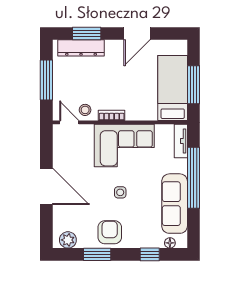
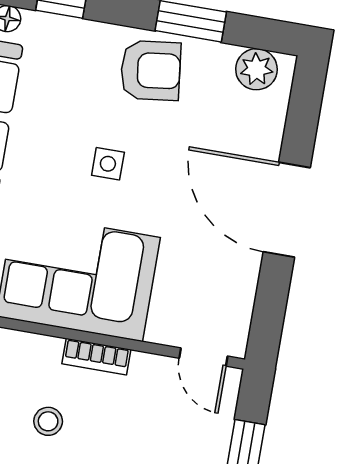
stool: (85, 110) -> (48, 421), moved
armchair: (110, 232) -> (151, 70), turned -97

